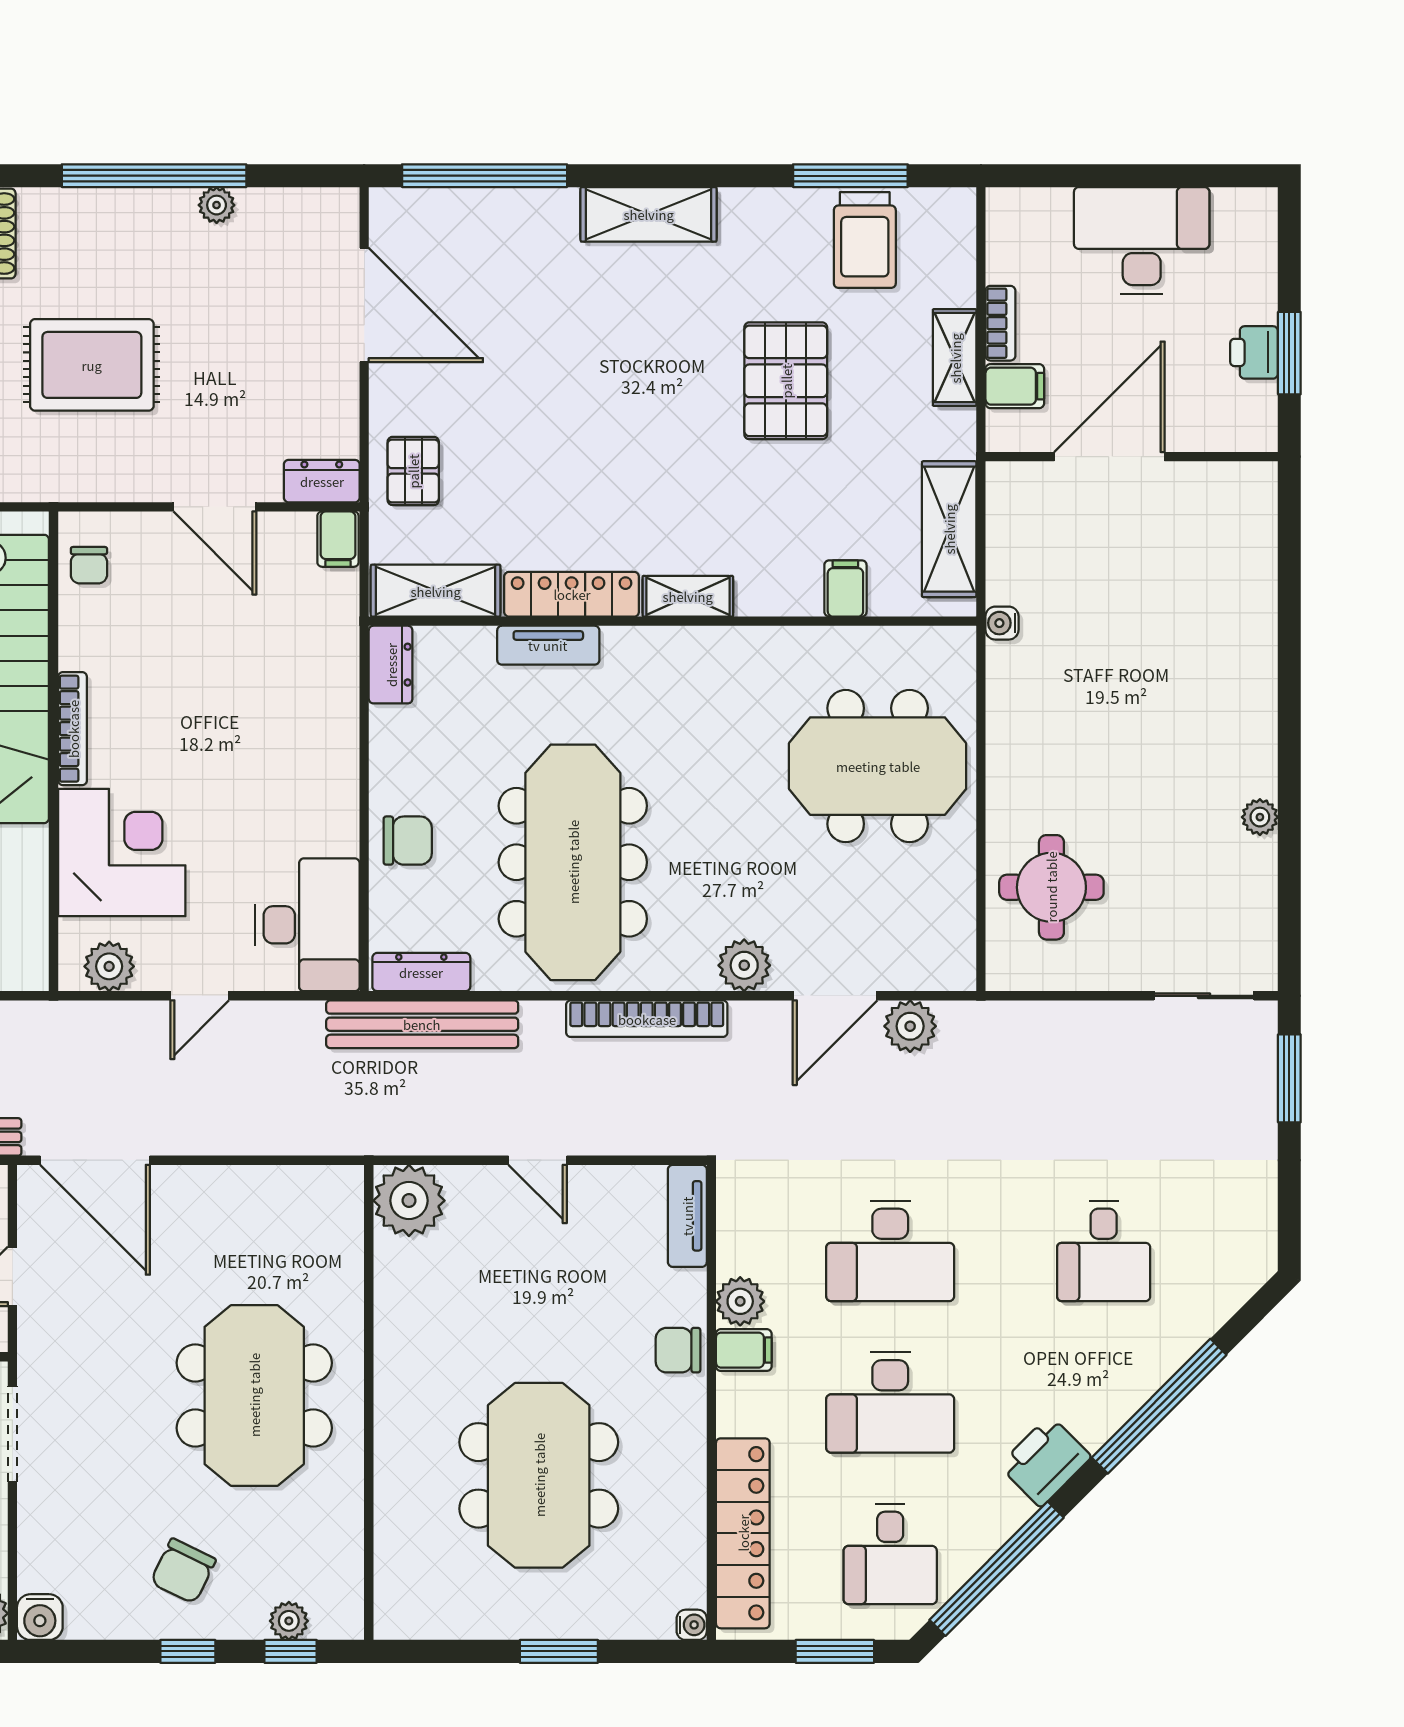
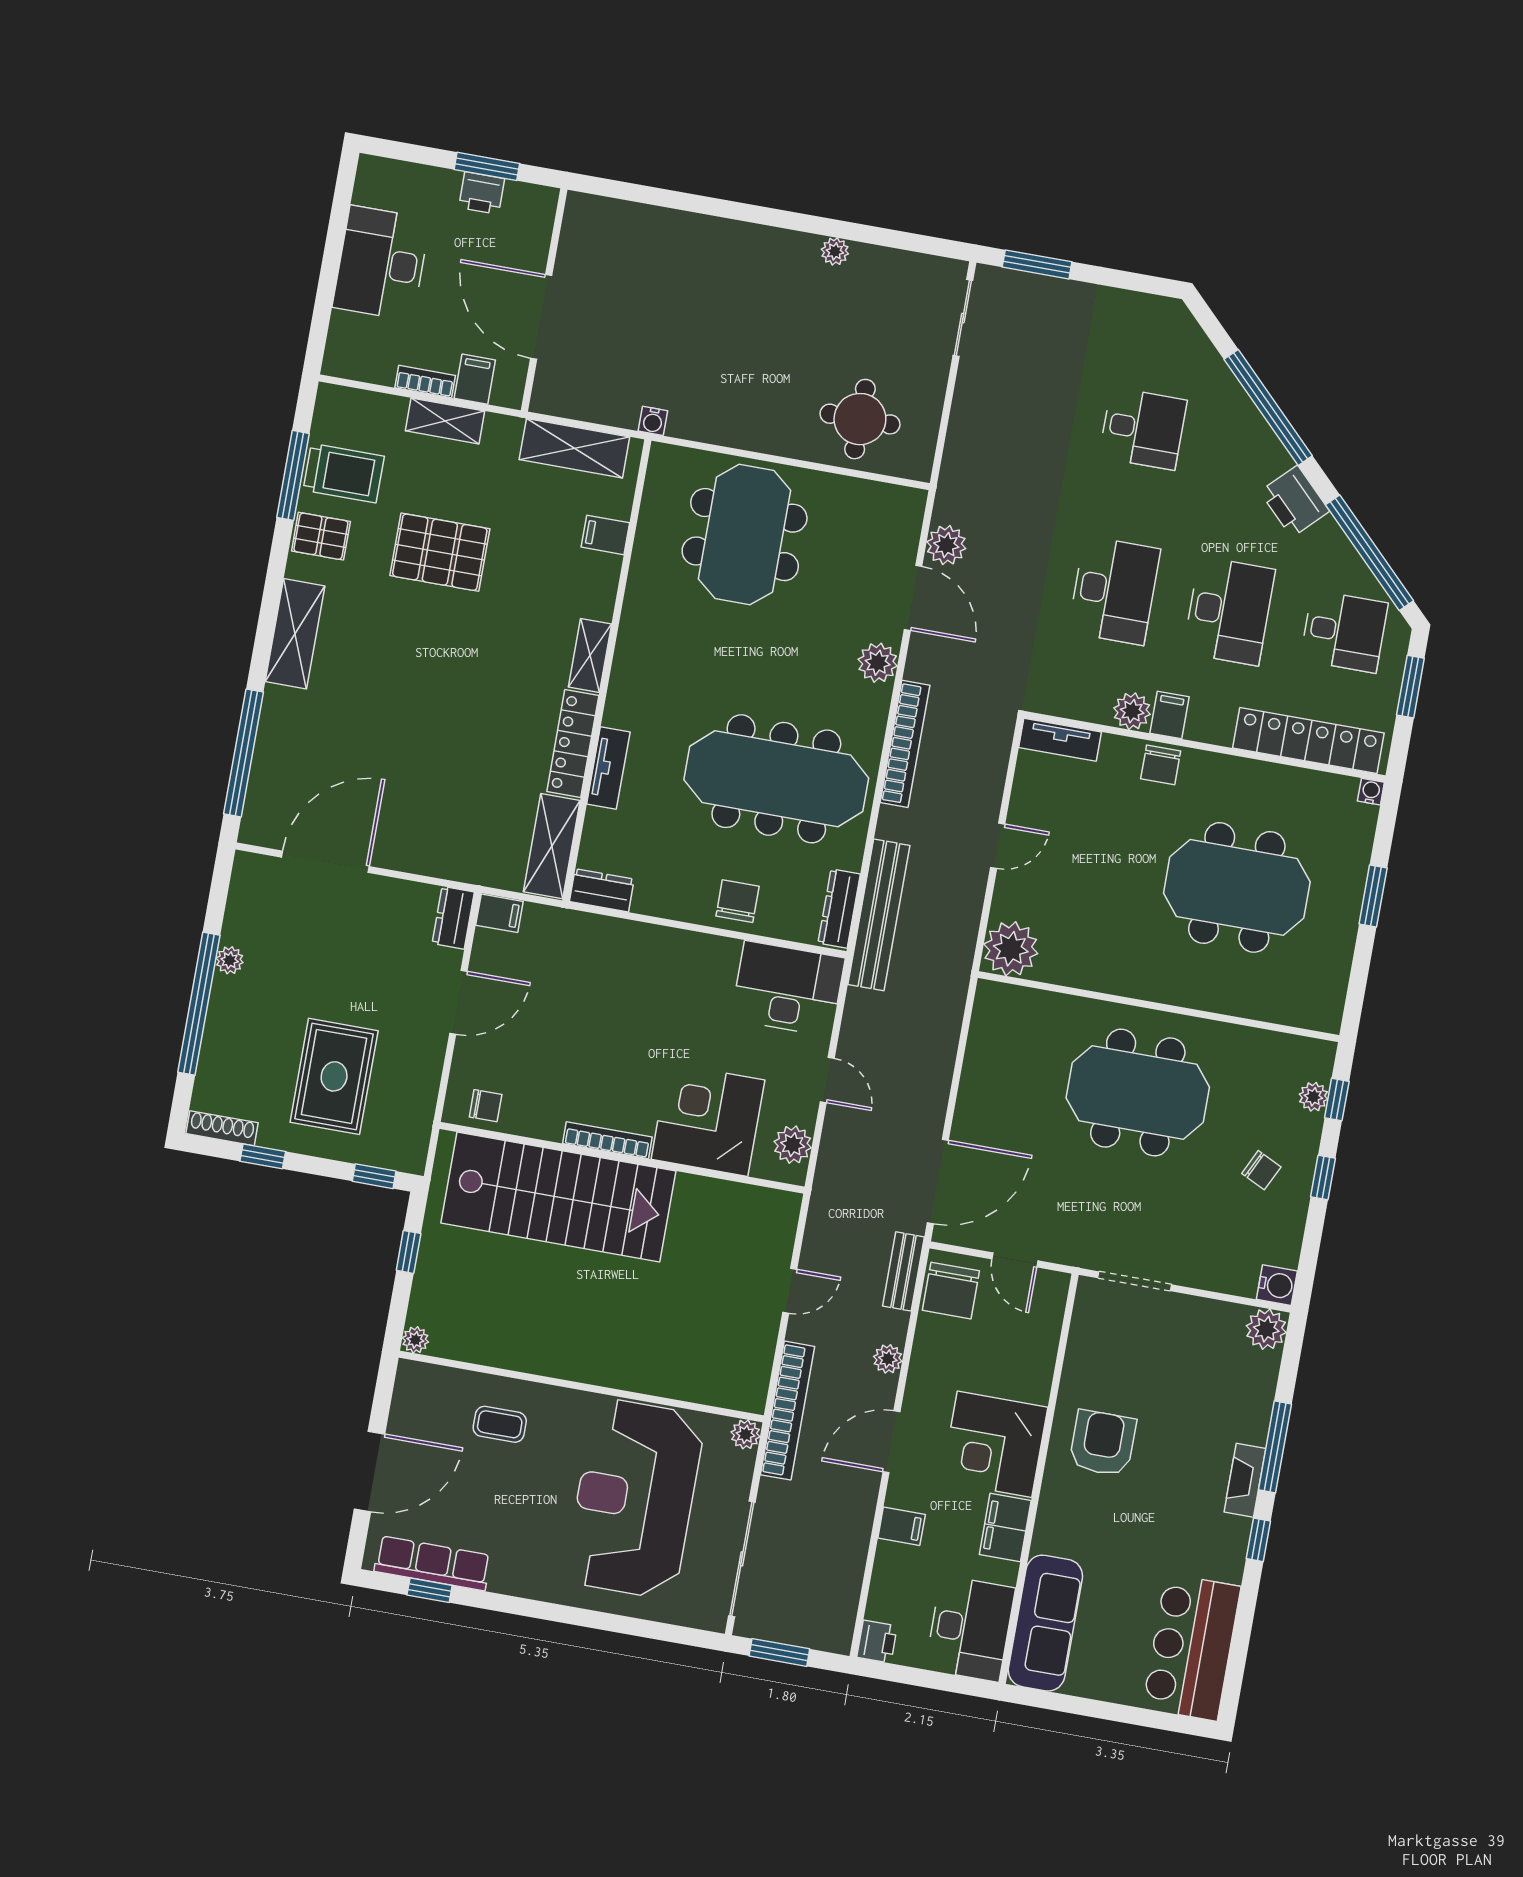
pallet: (413, 471) -> (321, 536), moved
chair: (183, 1571) -> (1261, 1170), width x0.73, depth x0.73

